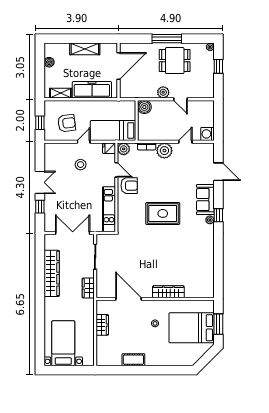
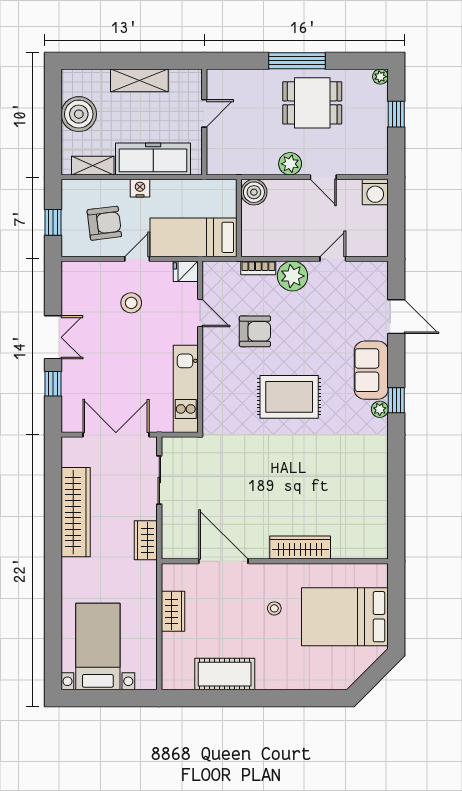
boiler: (49, 62) -> (79, 114), width x1.86, depth x1.86
door: (119, 66) -> (204, 113), width x0.53
nightstand: (85, 105) -> (140, 188), added
washing machine: (207, 134) -> (375, 192), moved, turned -90
plant: (124, 149) -> (214, 273), removed
armchair: (129, 186) -> (255, 331), moved
window: (218, 324) -> (396, 610), removed
cot: (133, 360) -> (225, 674), width x1.37, depth x1.34

